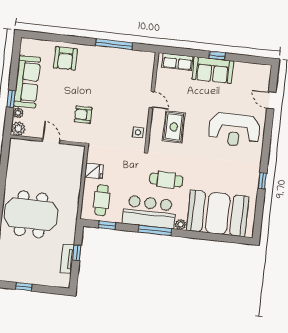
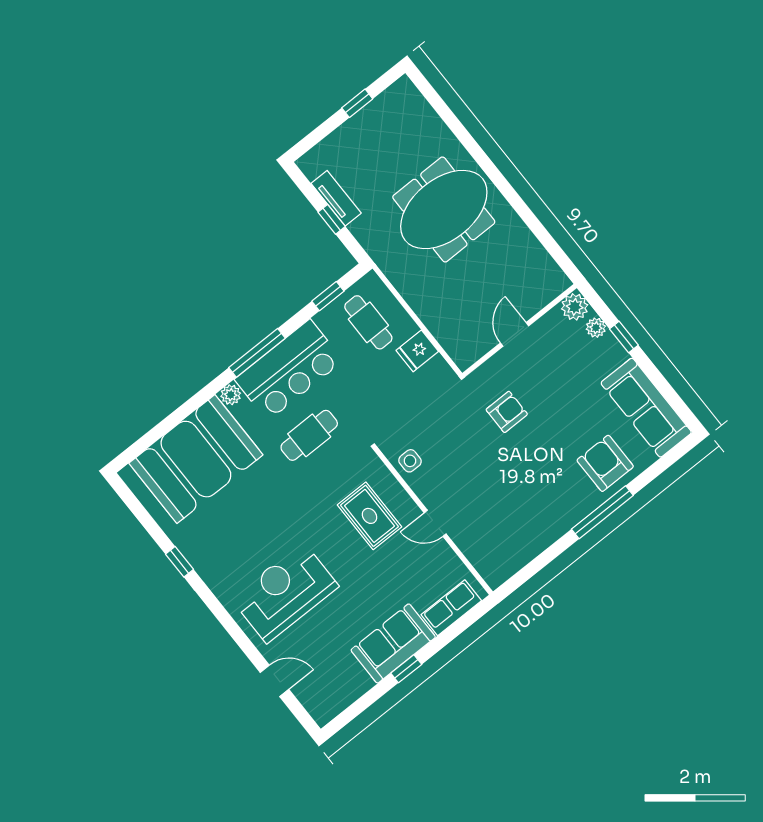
window: (114, 44) -> (602, 512), moved
sofa: (27, 82) -> (646, 408), moved
door: (51, 141) -> (515, 334), swing flipped

